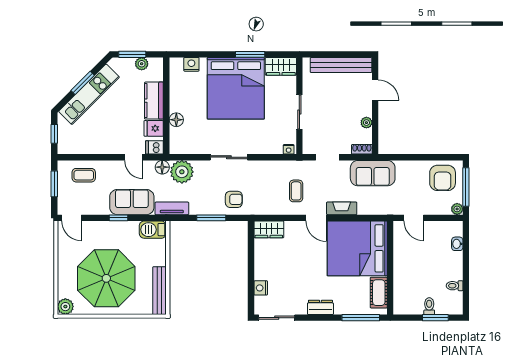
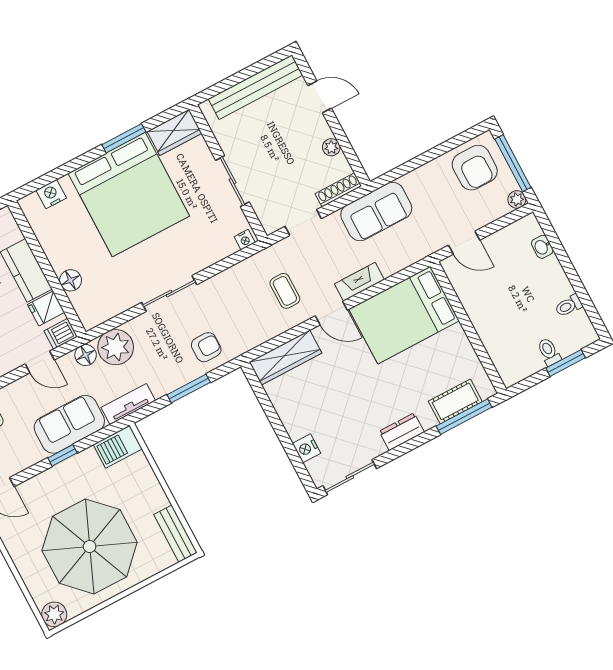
shoe rack: (362, 149) -> (338, 190), width x1.43
wardrobe: (269, 229) -> (286, 358), width x1.50
bed: (357, 248) -> (404, 315), width x0.73
bench: (160, 291) -> (175, 534), width x0.73
cot: (379, 293) -> (455, 401), moved, turned 90

